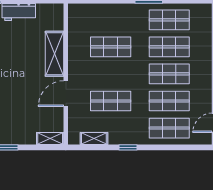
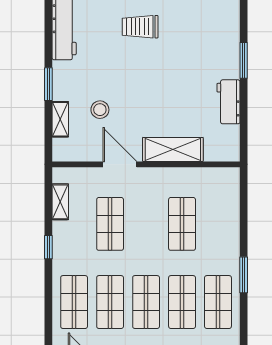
stool: (25, 109) -> (100, 110), added
shelving: (50, 138) -> (60, 119), moved

